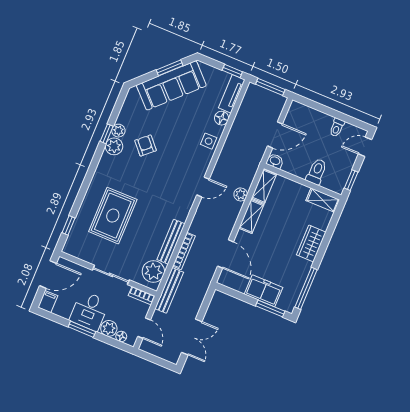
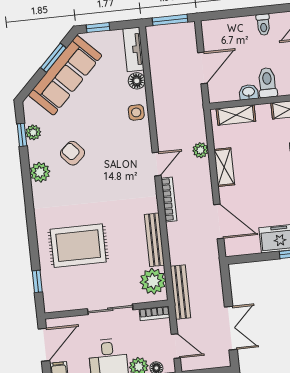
window: (232, 71) -> (98, 28), moved
plant: (118, 131) -> (33, 132), moved
window: (107, 134) -> (22, 135), moved
washbasin: (275, 161) -> (249, 92), moved
shelving: (264, 186) -> (236, 115), moved, turned 90
rug: (113, 216) -> (78, 246), turned 90
bookcase: (184, 251) -> (169, 199), moved

